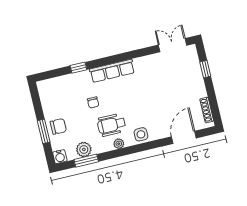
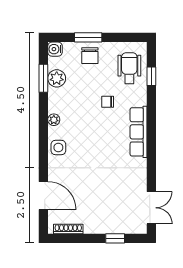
window: (78, 68) -> (151, 76), moved
wheelchair: (112, 125) -> (129, 68), moved

